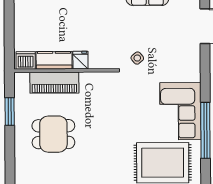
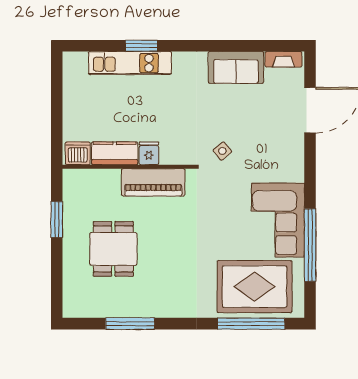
piano: (54, 83) -> (153, 182), moved
dining table: (53, 134) -> (113, 249), turned 90

